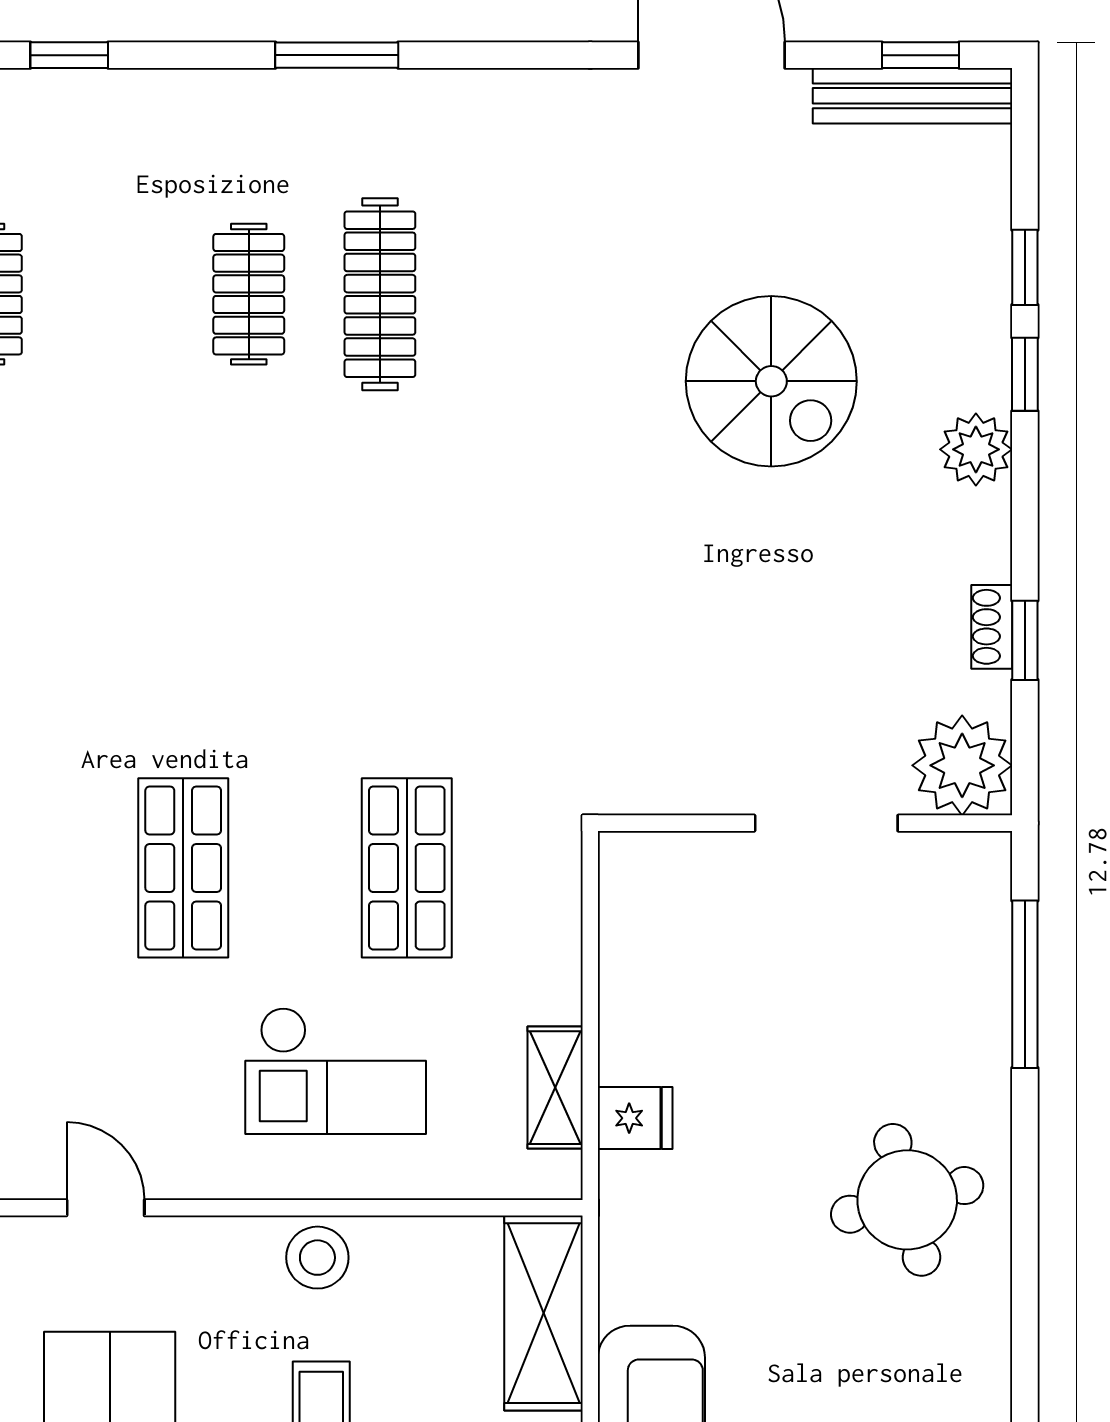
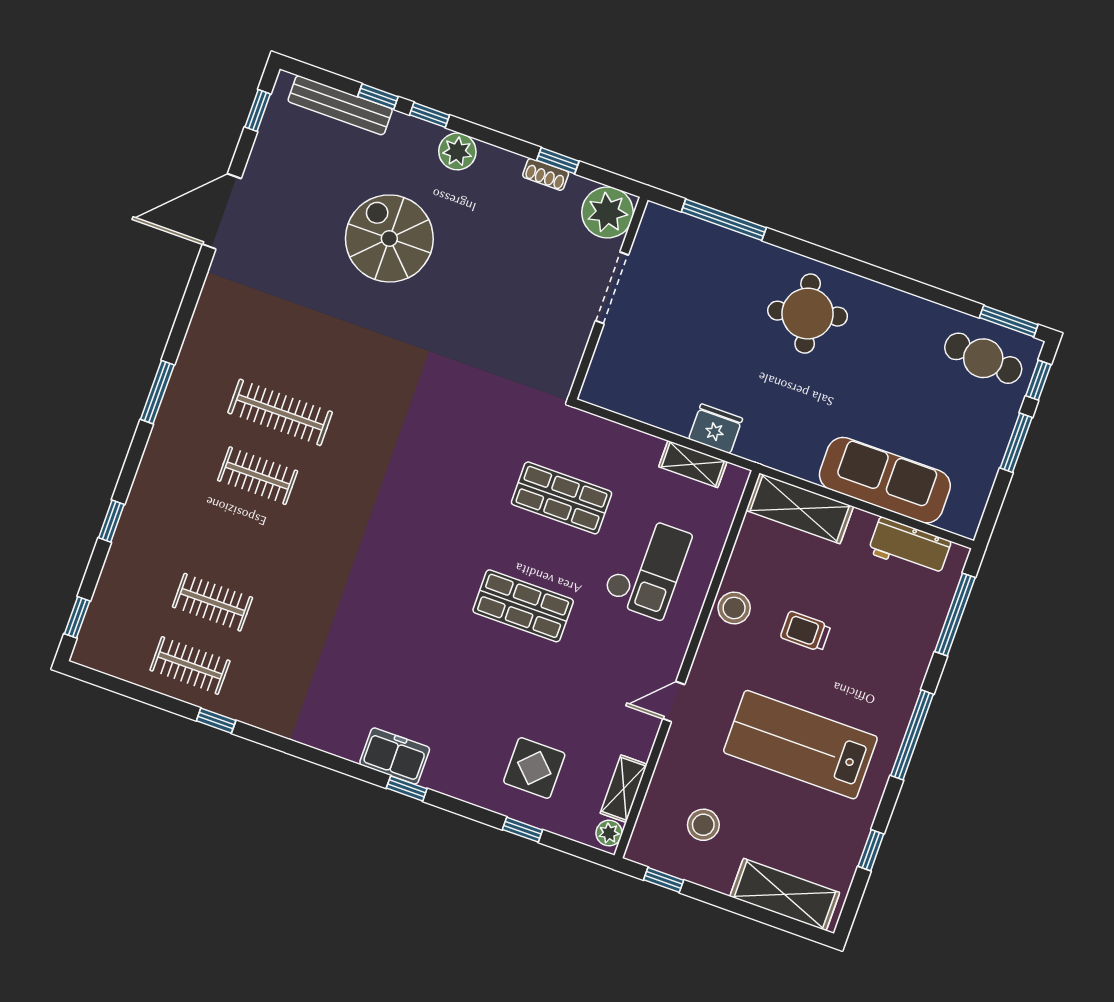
bench: (912, 96) -> (340, 105), moved, turned 90
spiral stairs: (771, 381) -> (389, 238), turned -90
fridge: (635, 1118) -> (716, 429), width x1.38

